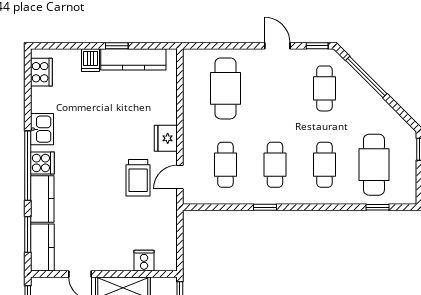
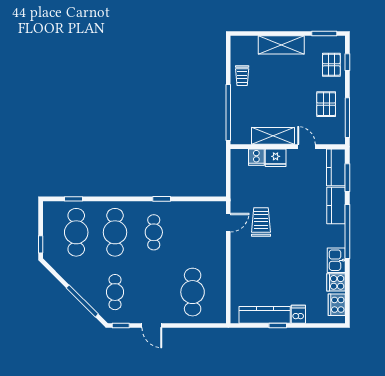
fridge: (166, 138) -> (276, 158), moved, turned 90
cooker: (42, 163) -> (336, 282), moved
cafe table: (225, 165) -> (193, 232), removed
cafe table: (324, 165) -> (115, 232), width x1.37, depth x1.35

